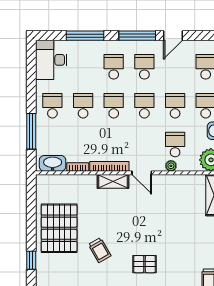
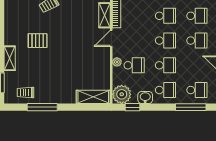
pallet: (145, 264) -> (38, 41), turned 90

